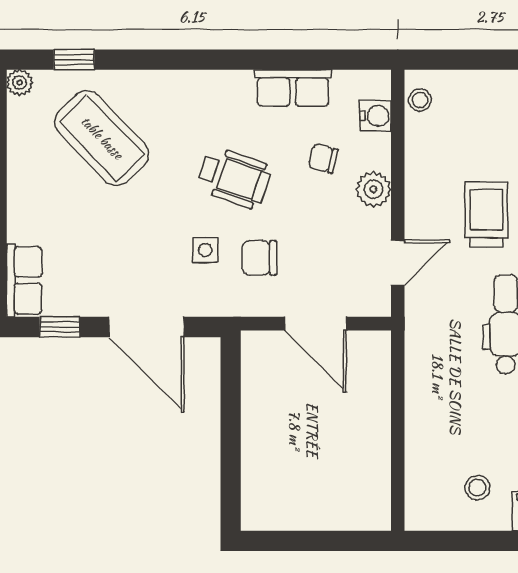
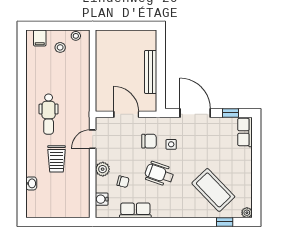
stool: (420, 100) -> (76, 36), moved
bench: (256, 428) -> (151, 72), added

